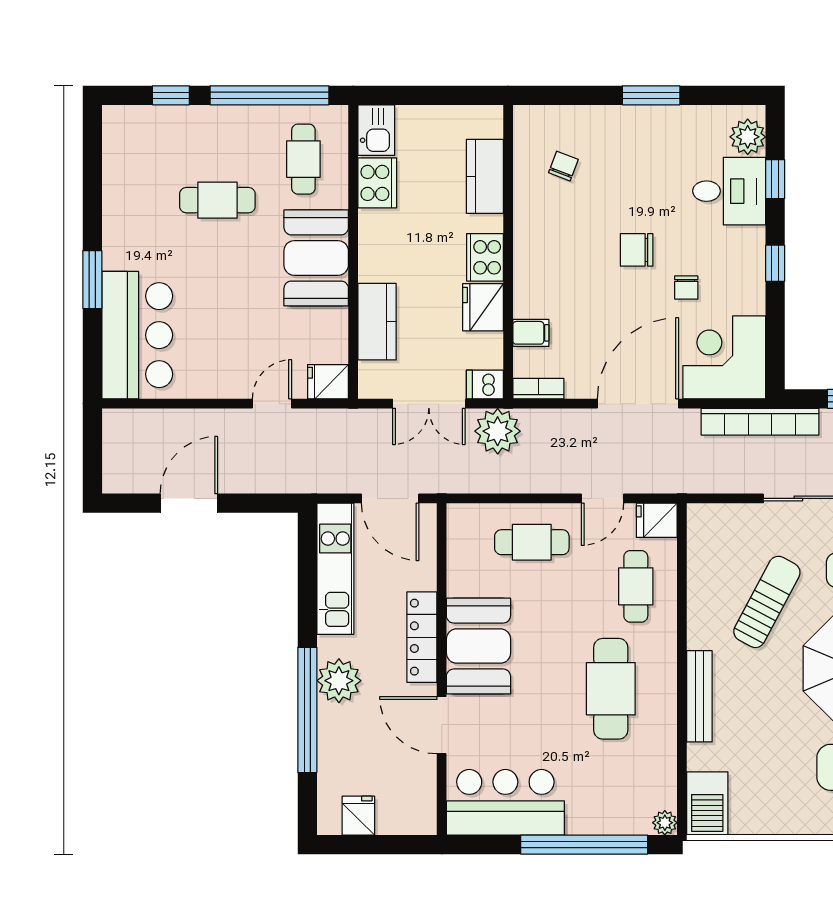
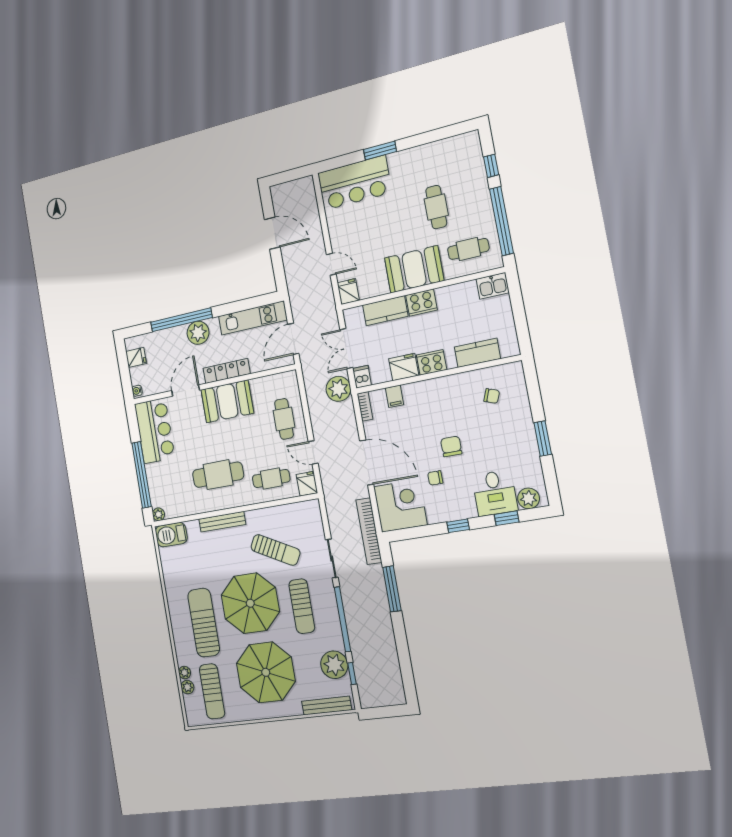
cooker: (377, 183) -> (421, 303), moved
water cooler: (422, 825) -> (137, 391), added

